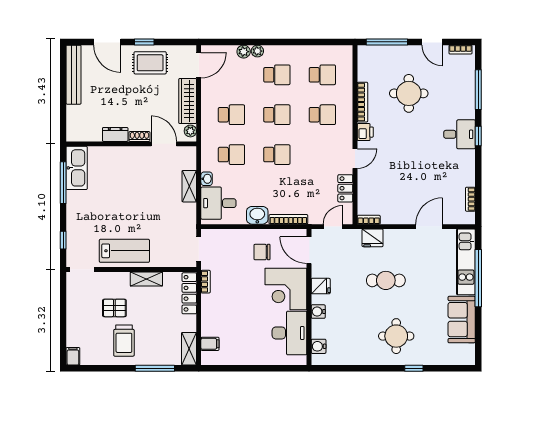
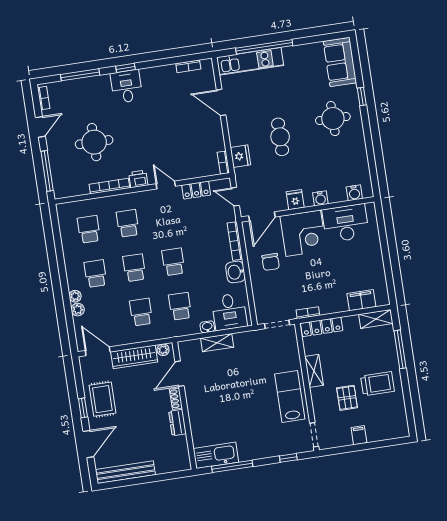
sofa: (462, 320) -> (340, 62), moved, turned 90
filing cabinet: (210, 344) -> (361, 300), width x2.00
filing cabinet: (73, 356) -> (359, 435), moved, turned 90

